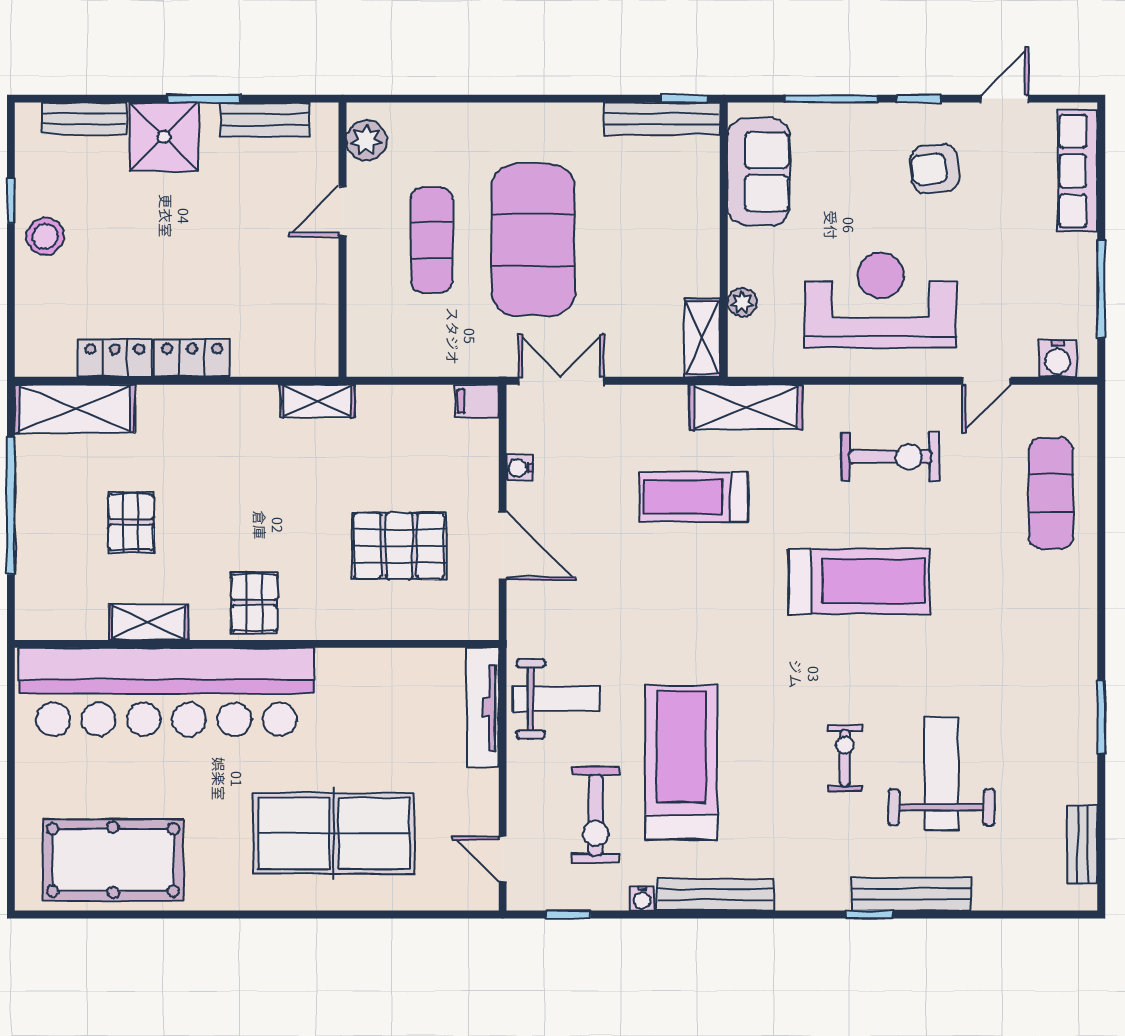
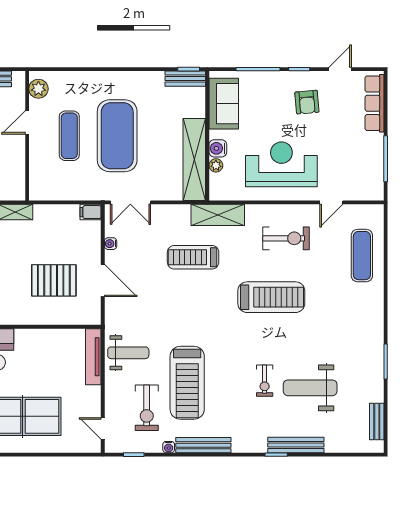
bench: (662, 119) -> (185, 79), width x0.73
armchair: (935, 169) -> (307, 102), turned -89
shelving: (702, 337) -> (194, 160), width x2.20, depth x1.33
water cooler: (1058, 358) -> (218, 148), moved, turned 90
double door: (561, 381) -> (130, 202), swing flipped
exercise bike: (845, 758) -> (265, 381), turned 180
treadmill: (681, 762) -> (187, 383), turned 180
weight bench: (941, 773) -> (310, 388), turned -90

